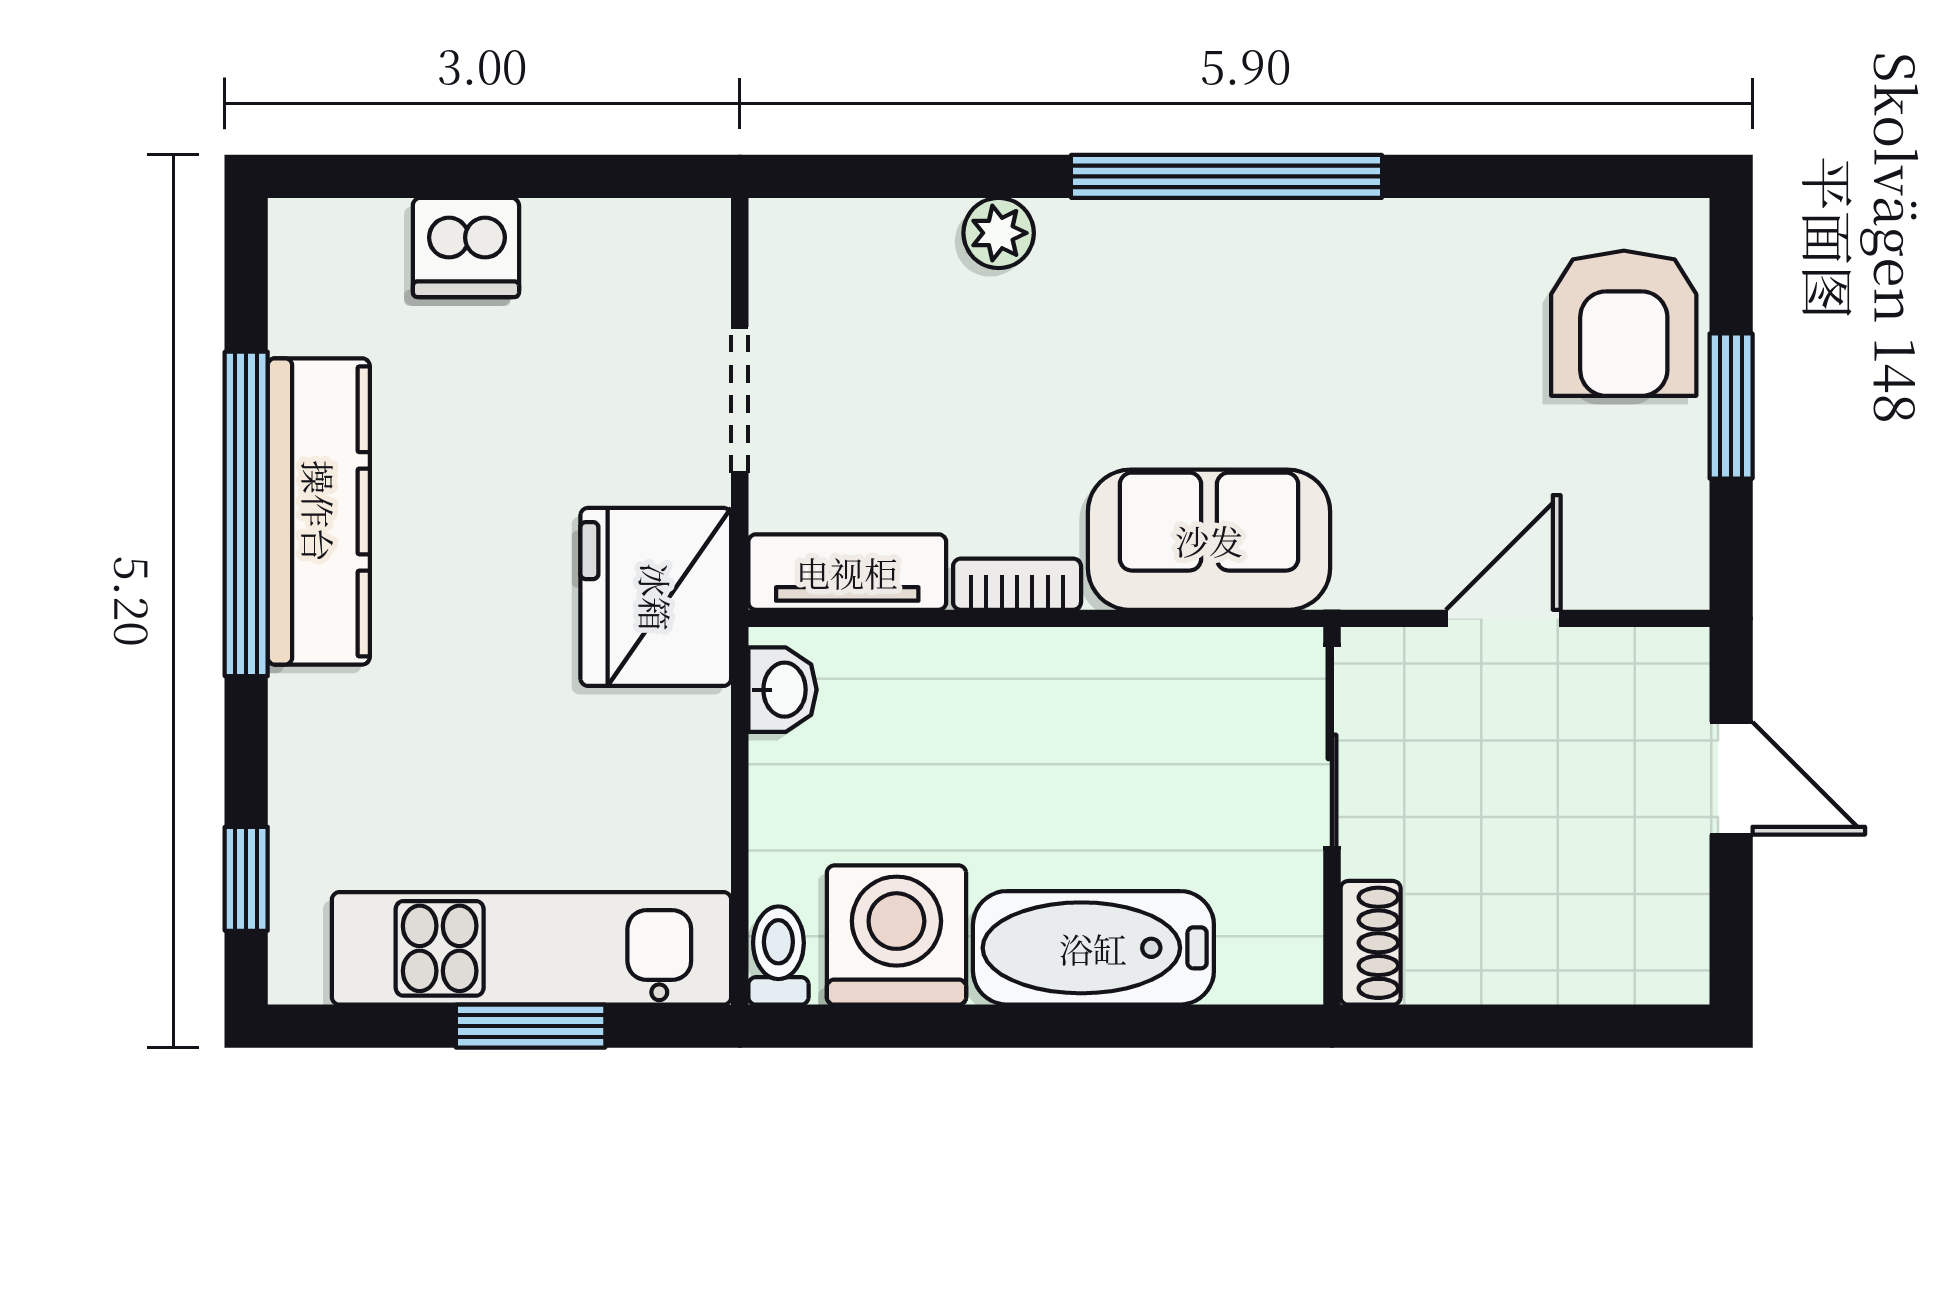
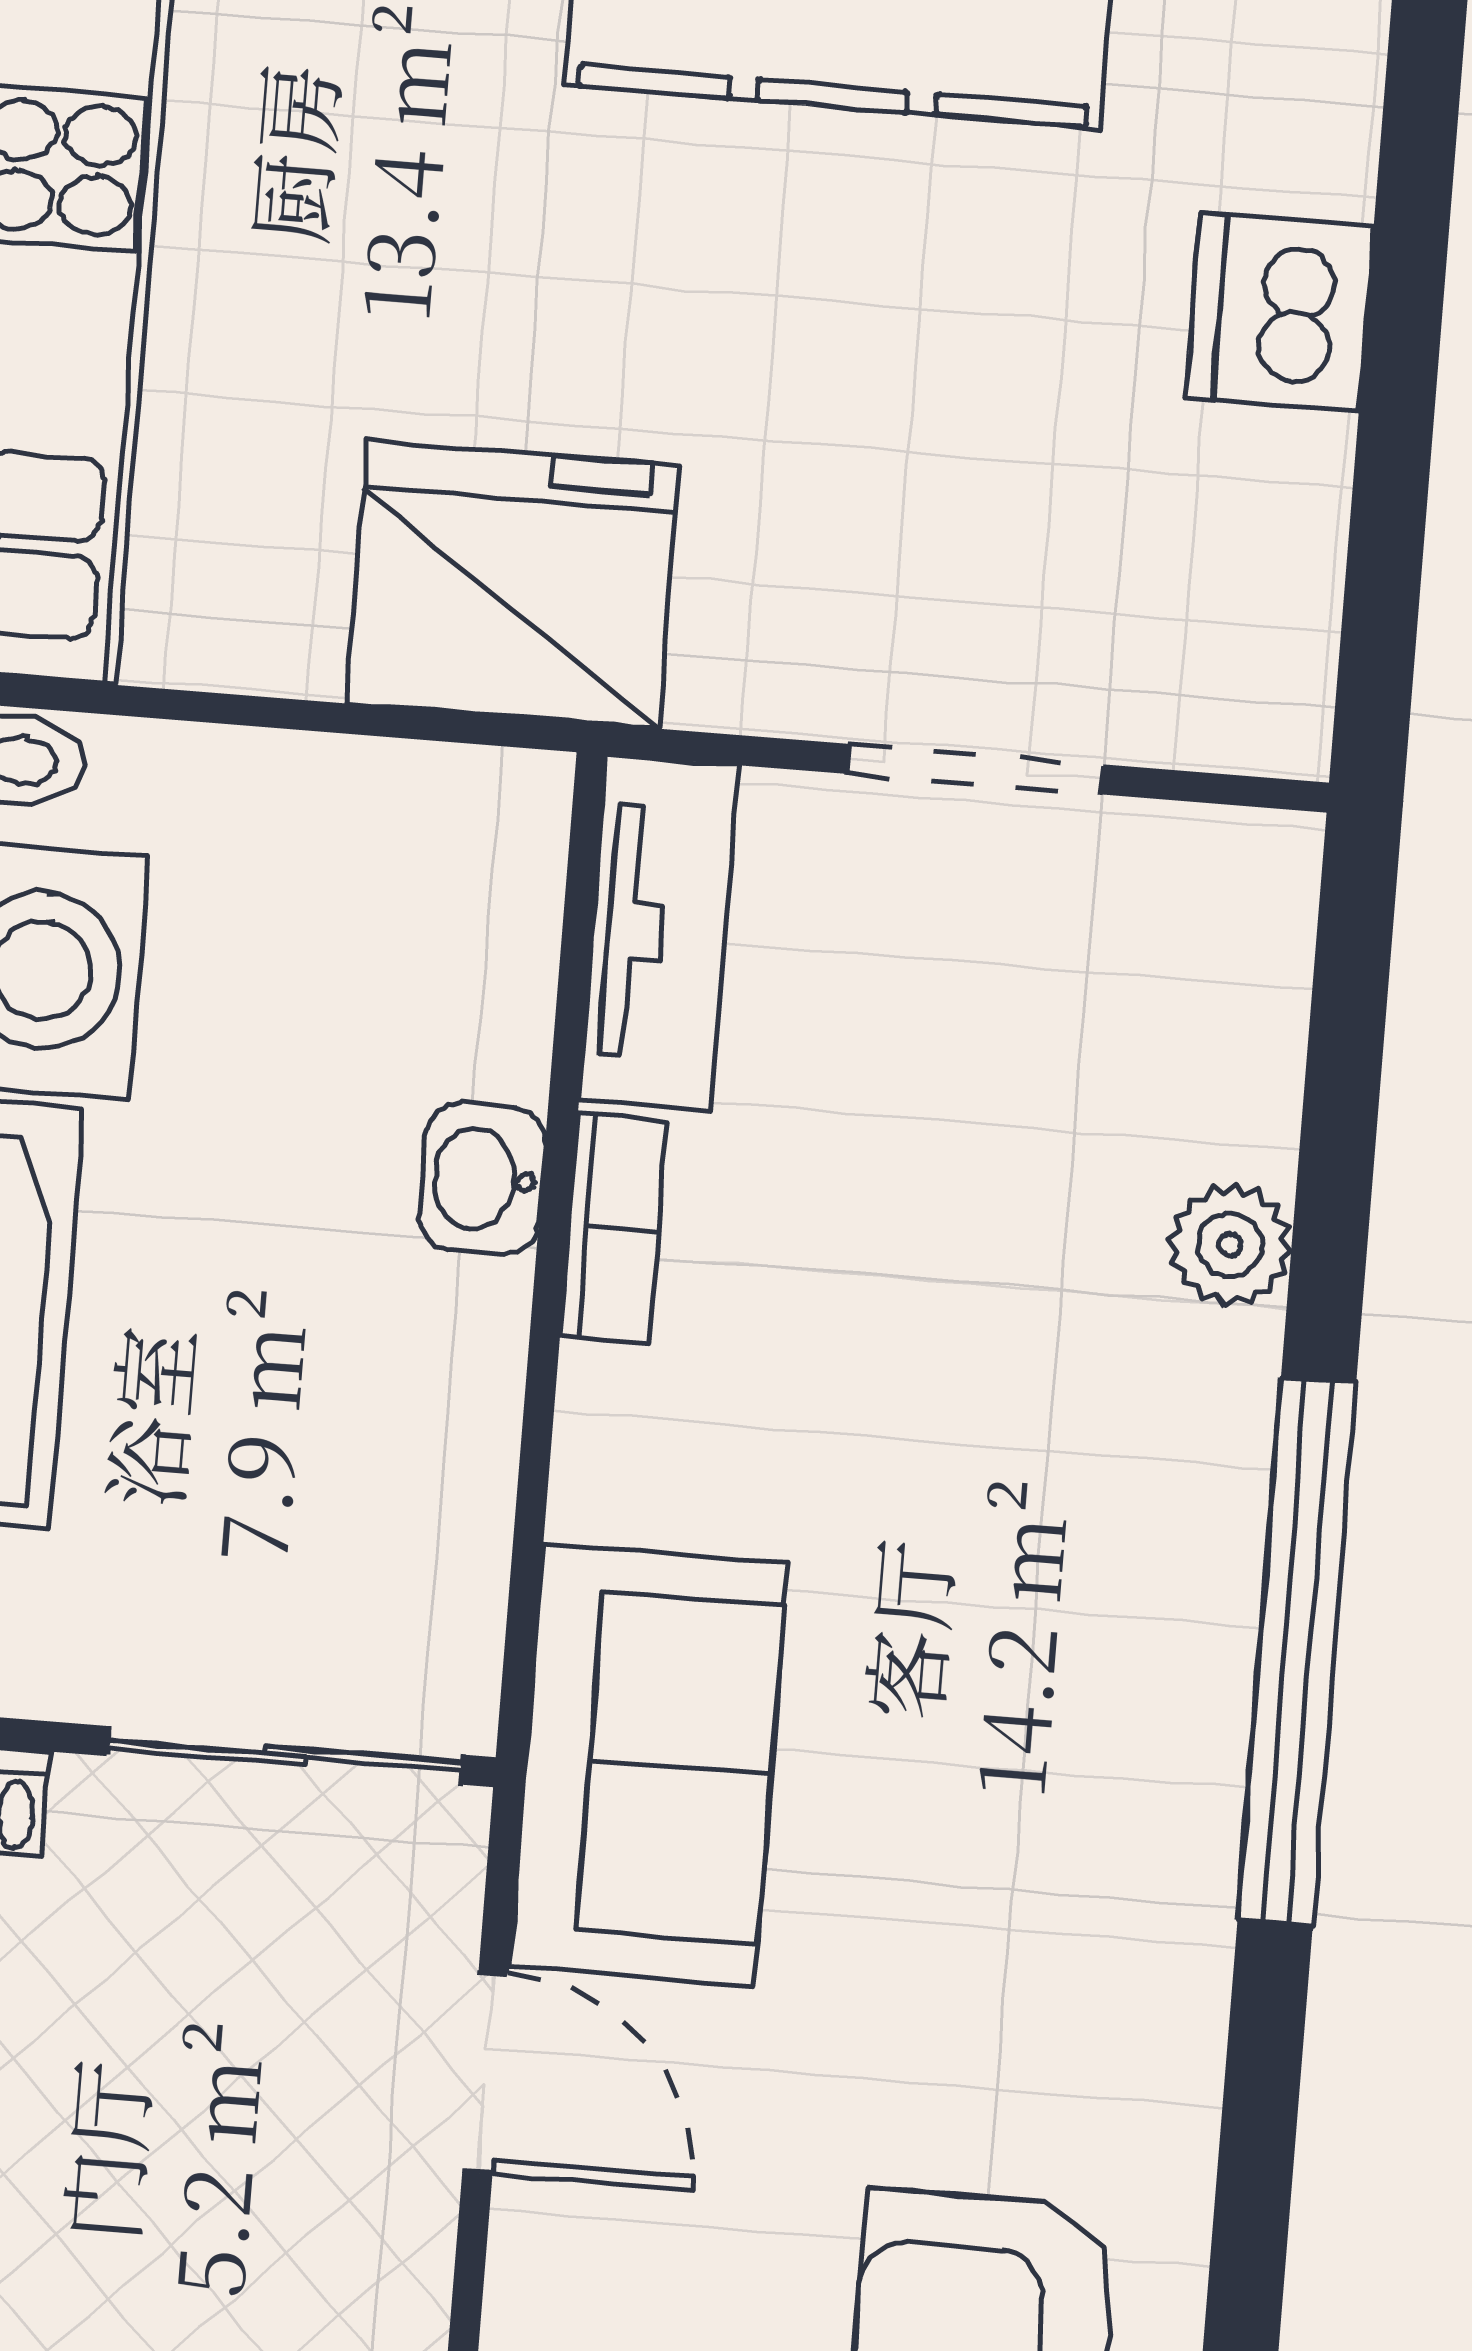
sofa: (1209, 540) -> (649, 1765), moved
fridge: (656, 597) -> (513, 584), moved
washbasin: (782, 690) -> (482, 1179), moved, turned 90

